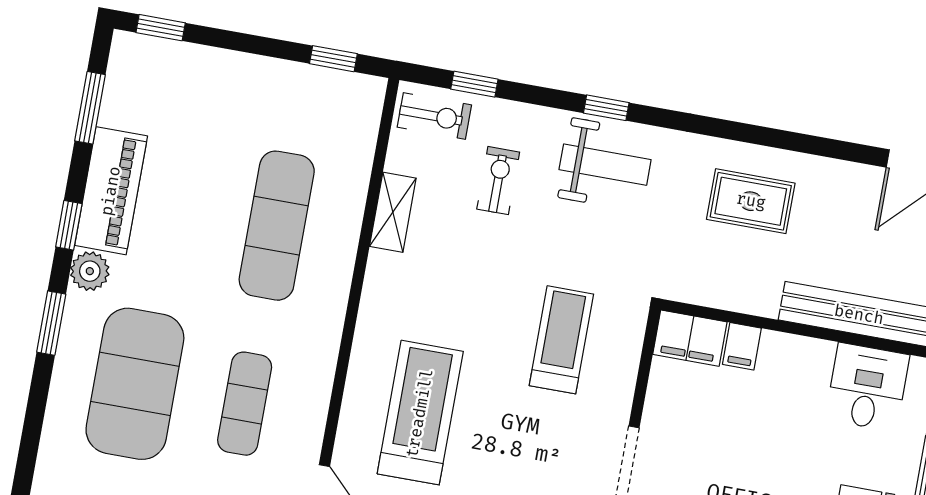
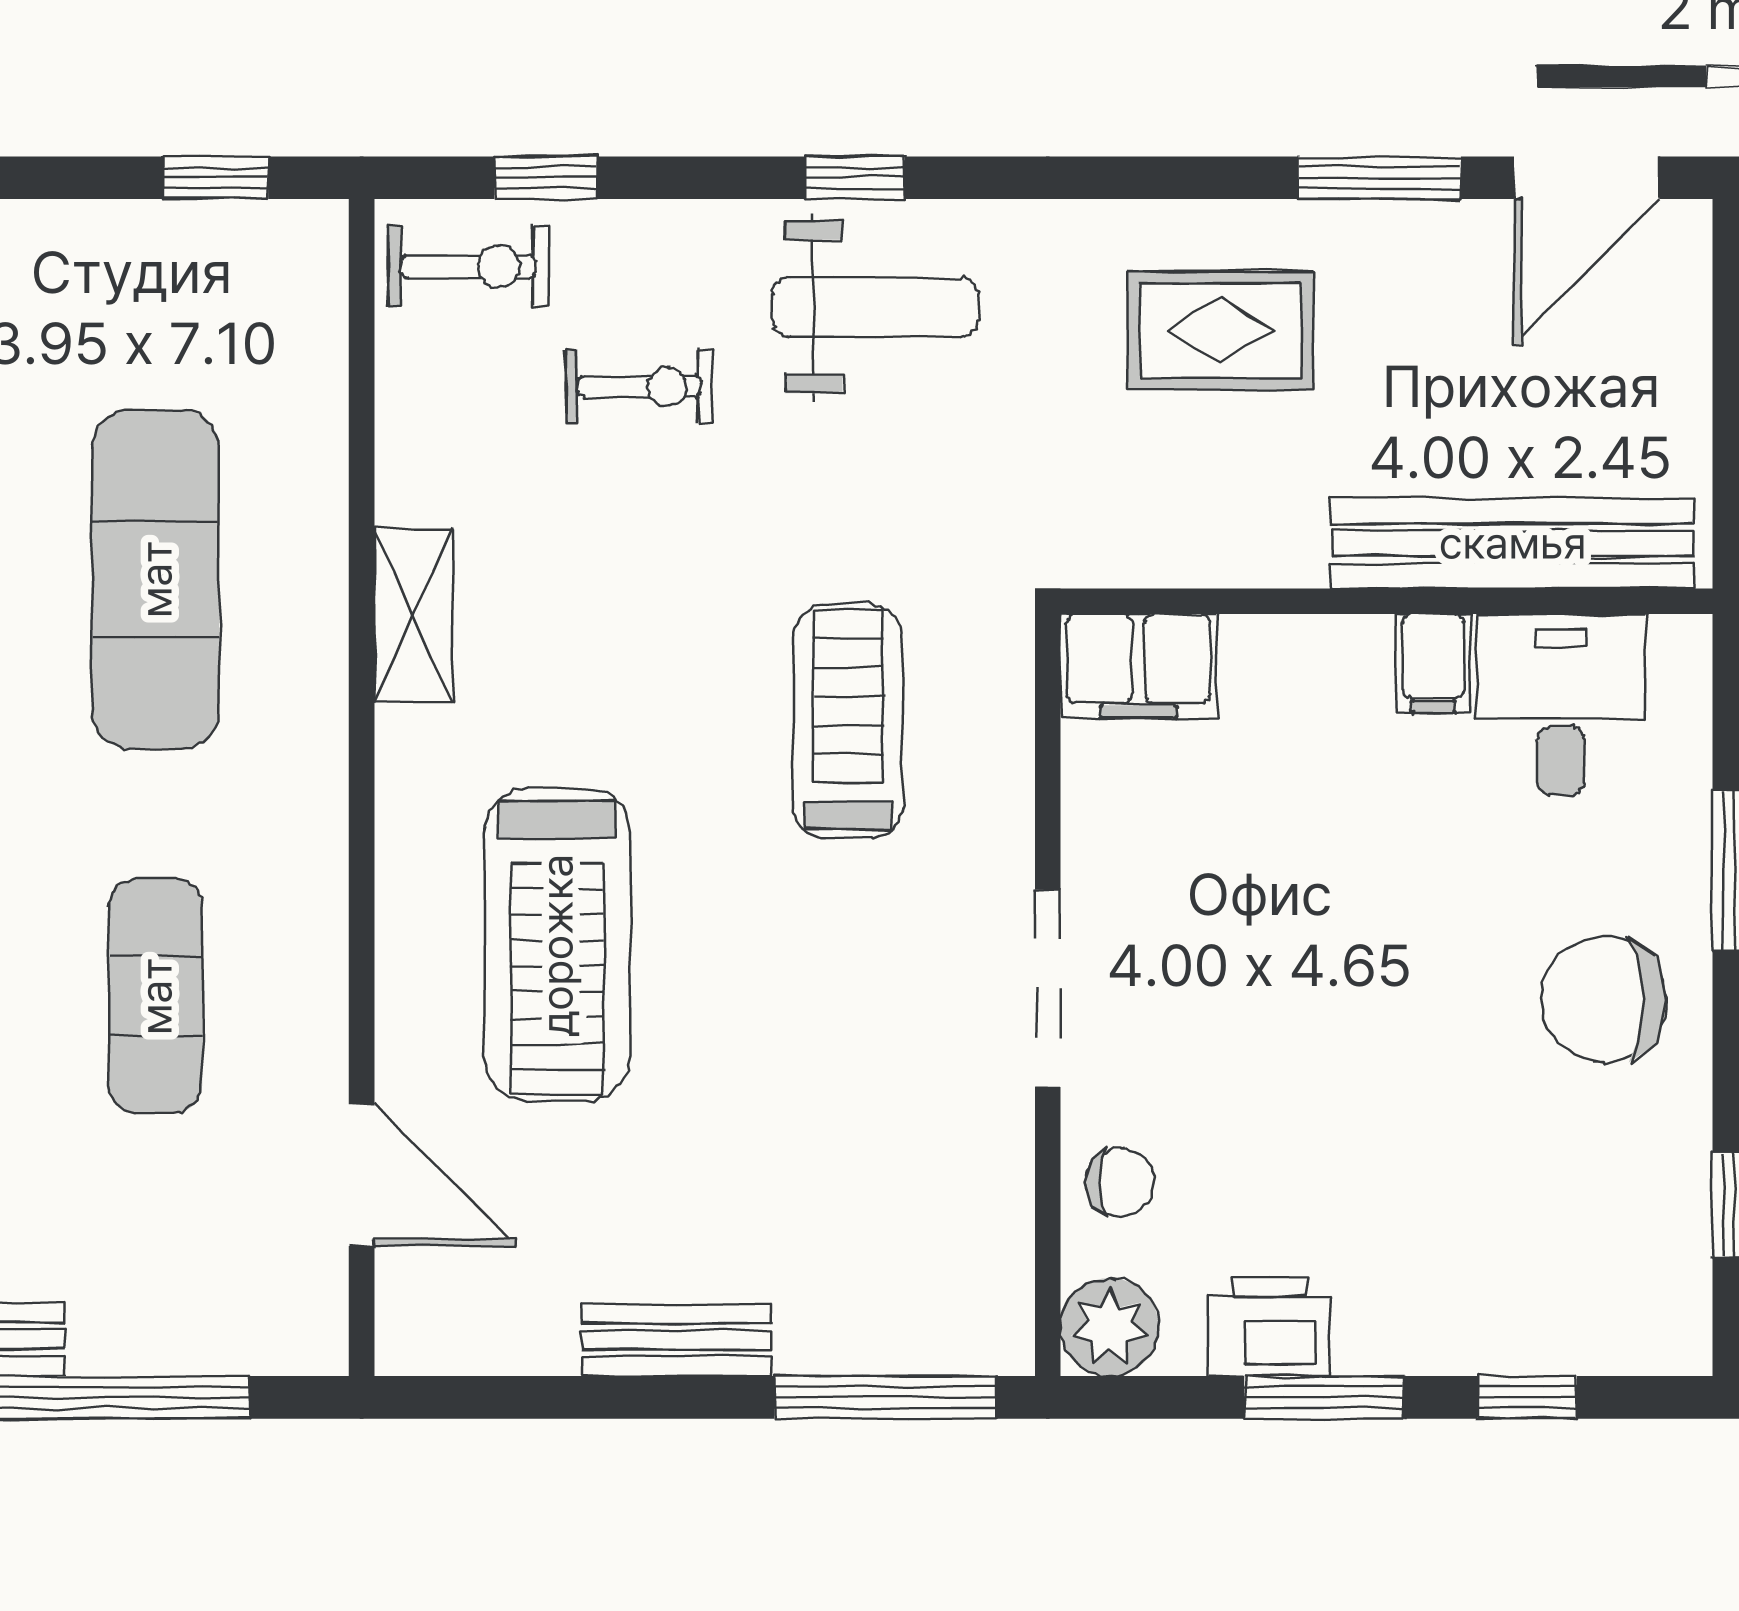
window: (830, 148) -> (1380, 178), added
exercise bike: (498, 181) -> (639, 387), turned 90
shelving: (393, 212) -> (413, 615), moved
filing cabinet: (742, 346) -> (1433, 663), moved
treadmill: (420, 413) -> (557, 945), turned 180

